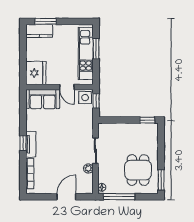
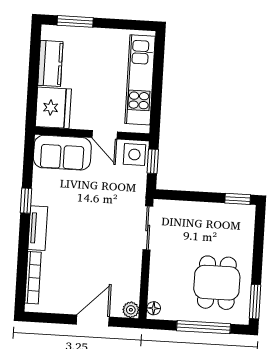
kitchen counter: (39, 31) -> (50, 63), moved, turned -90
window: (96, 49) -> (158, 73), removed
window: (23, 143) -> (26, 201), moved
sliding door: (95, 151) -> (148, 228), moved
plant: (88, 169) -> (131, 310), moved
window: (119, 197) -> (204, 327), moved

